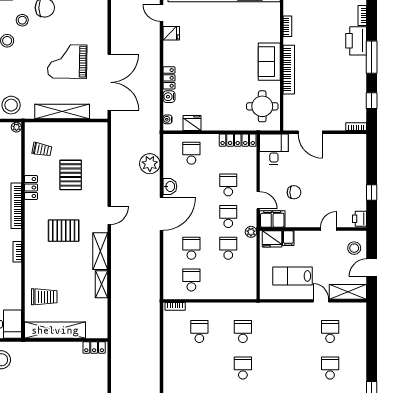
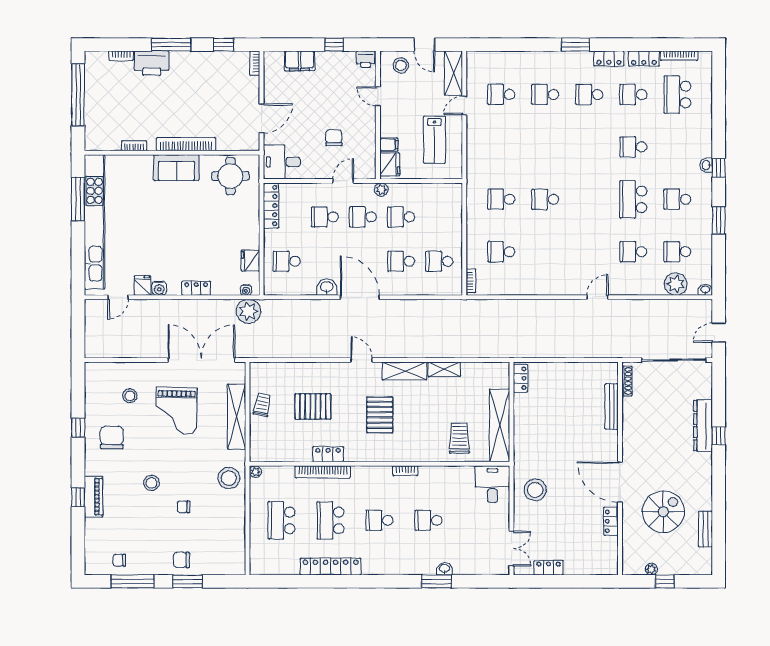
stool: (22, 20) -> (130, 396), moved
water cooler: (169, 97) -> (159, 288), moved
trolley: (42, 150) -> (262, 405), moved
plant: (150, 164) -> (248, 311), moved
bookcase: (16, 206) -> (323, 472), moved
filing cabinet: (272, 219) -> (300, 61), moved, turned -90

